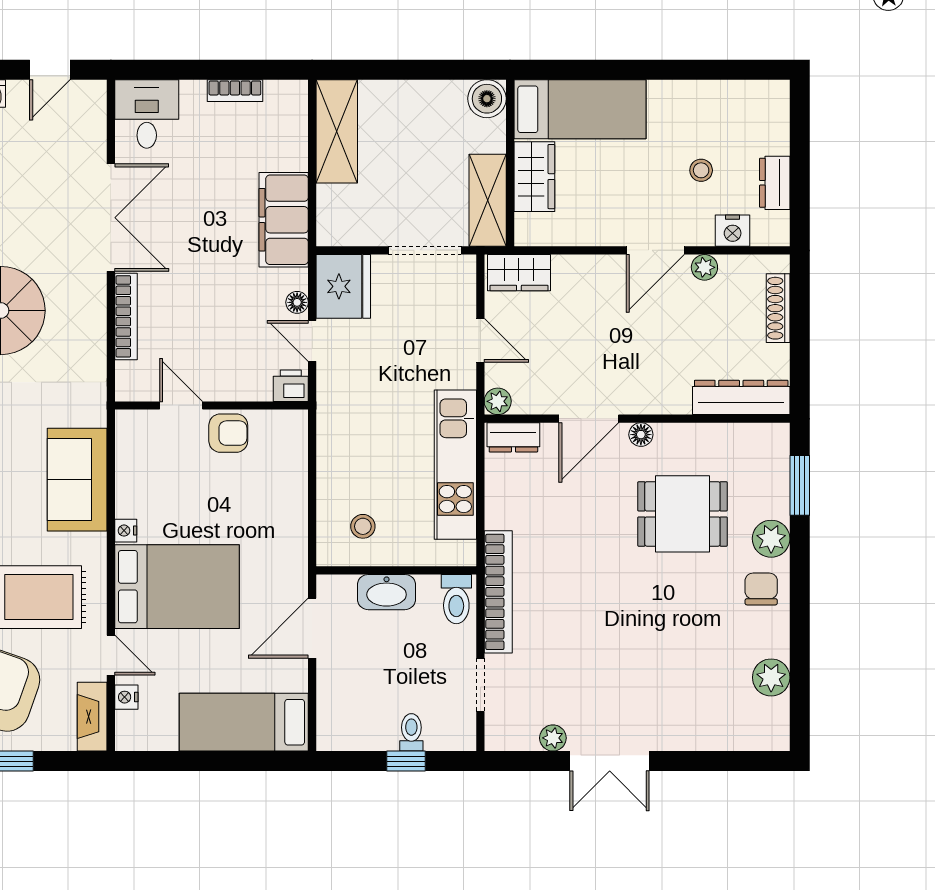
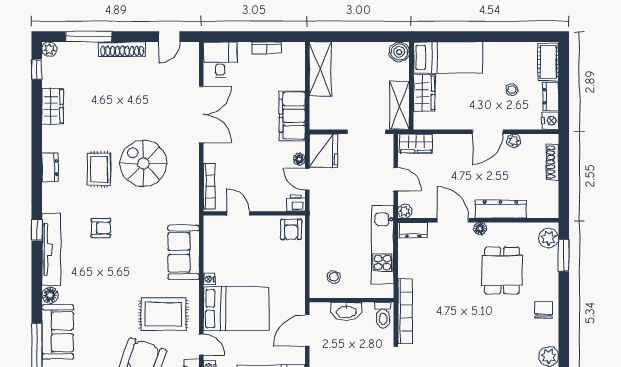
cot: (770, 118) -> (548, 62), added
nightstand: (733, 231) -> (550, 121), moved, turned -90
bookcase: (126, 316) -> (209, 186), moved
dresser: (741, 397) -> (501, 209), moved
door: (589, 419) -> (453, 220), swing flipped
armchair: (228, 433) -> (291, 229), moved, turned 90
dining table: (682, 514) -> (502, 270), turned 90
plant: (771, 539) -> (549, 238), moved

